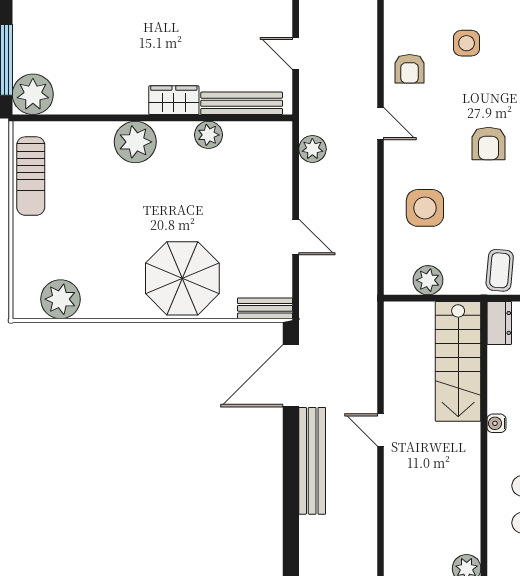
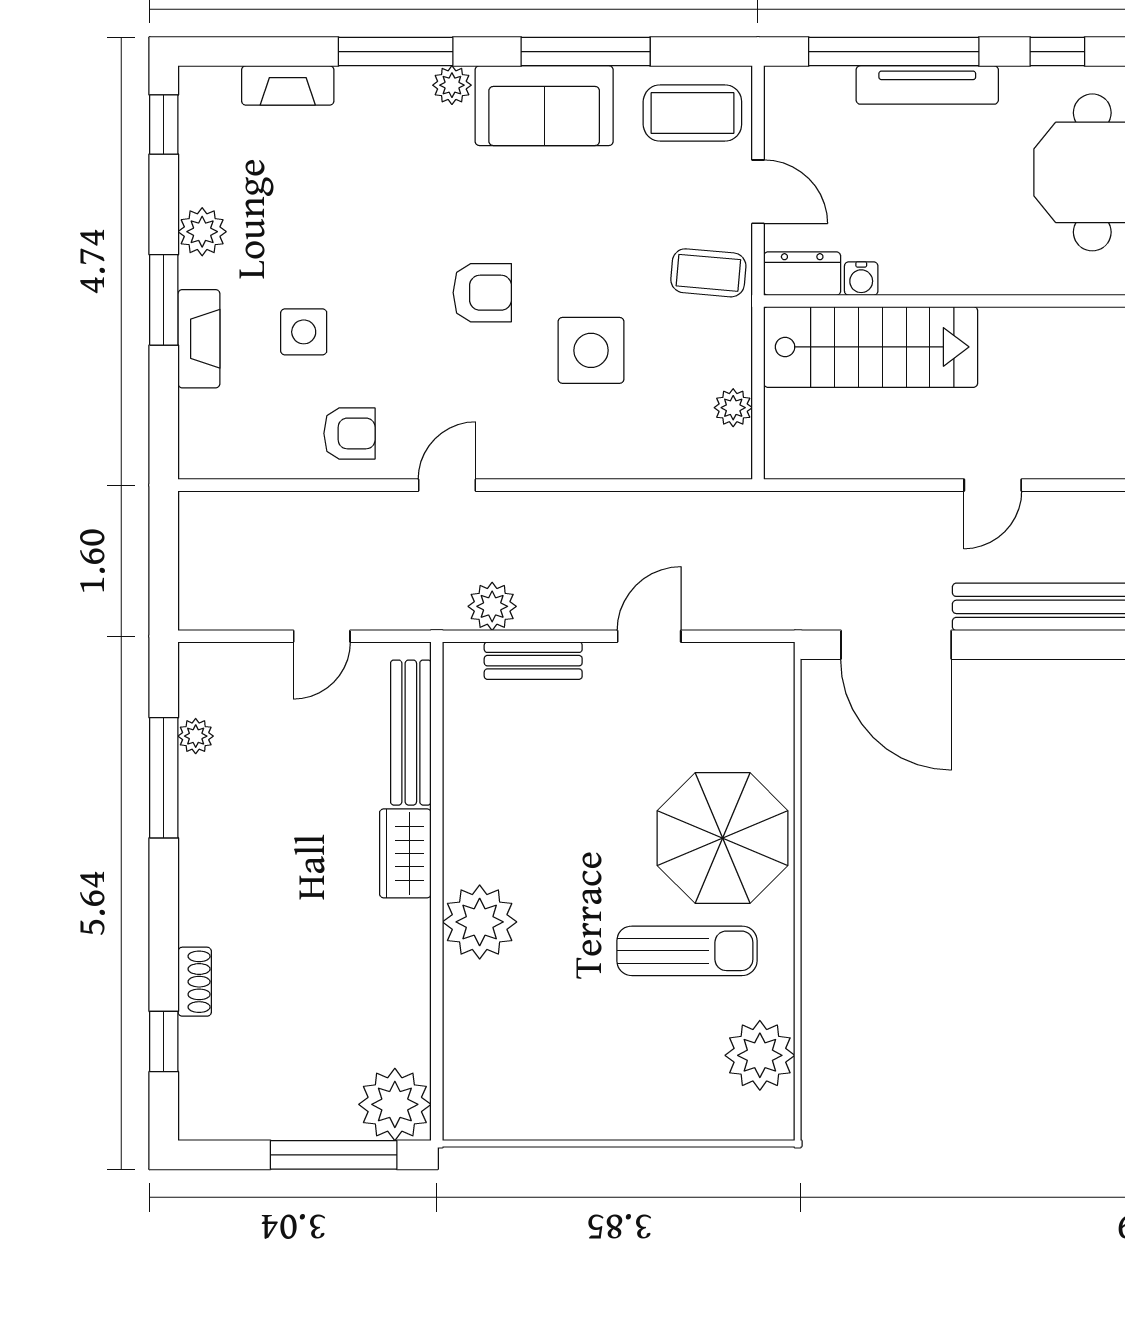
plant: (208, 135) -> (467, 792), removed
sun lounger: (31, 176) -> (687, 951), moved
side table: (425, 208) -> (591, 350), moved
plant: (428, 280) -> (733, 408), width x0.73, depth x0.73
bench: (265, 308) -> (533, 661), moved, turned 90
water cooler: (496, 423) -> (861, 279), moved

